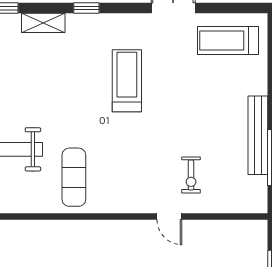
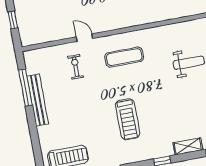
exercise mat: (74, 177) -> (124, 57), moved, turned 90

